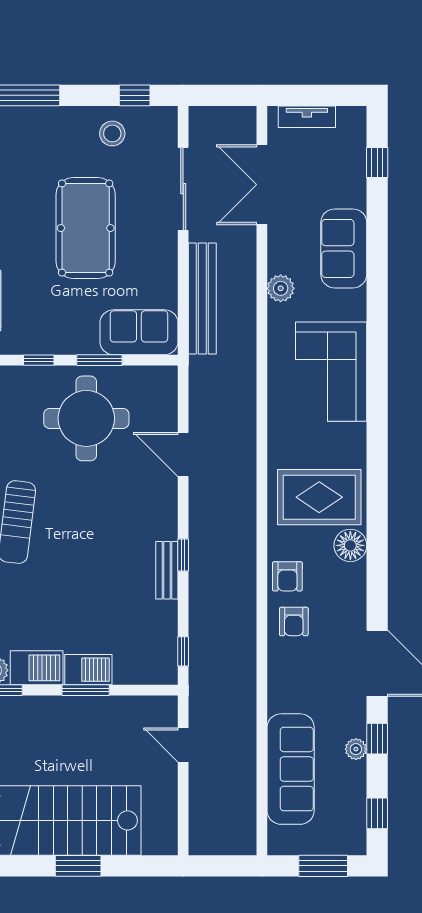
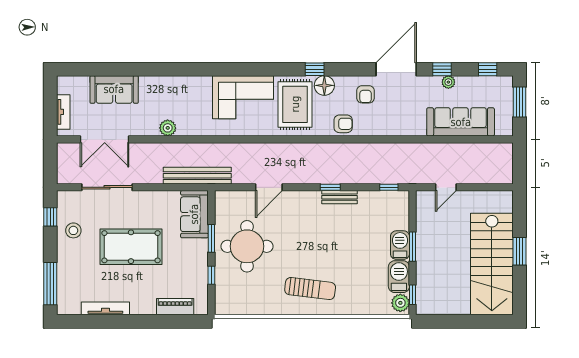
window: (377, 163) -> (315, 69), moved
sofa: (344, 248) -> (114, 89), moved
bench: (202, 298) -> (197, 176), moved
corner sofa: (331, 372) -> (243, 97), moved
armchair: (294, 622) -> (366, 94), moved, turned 90

